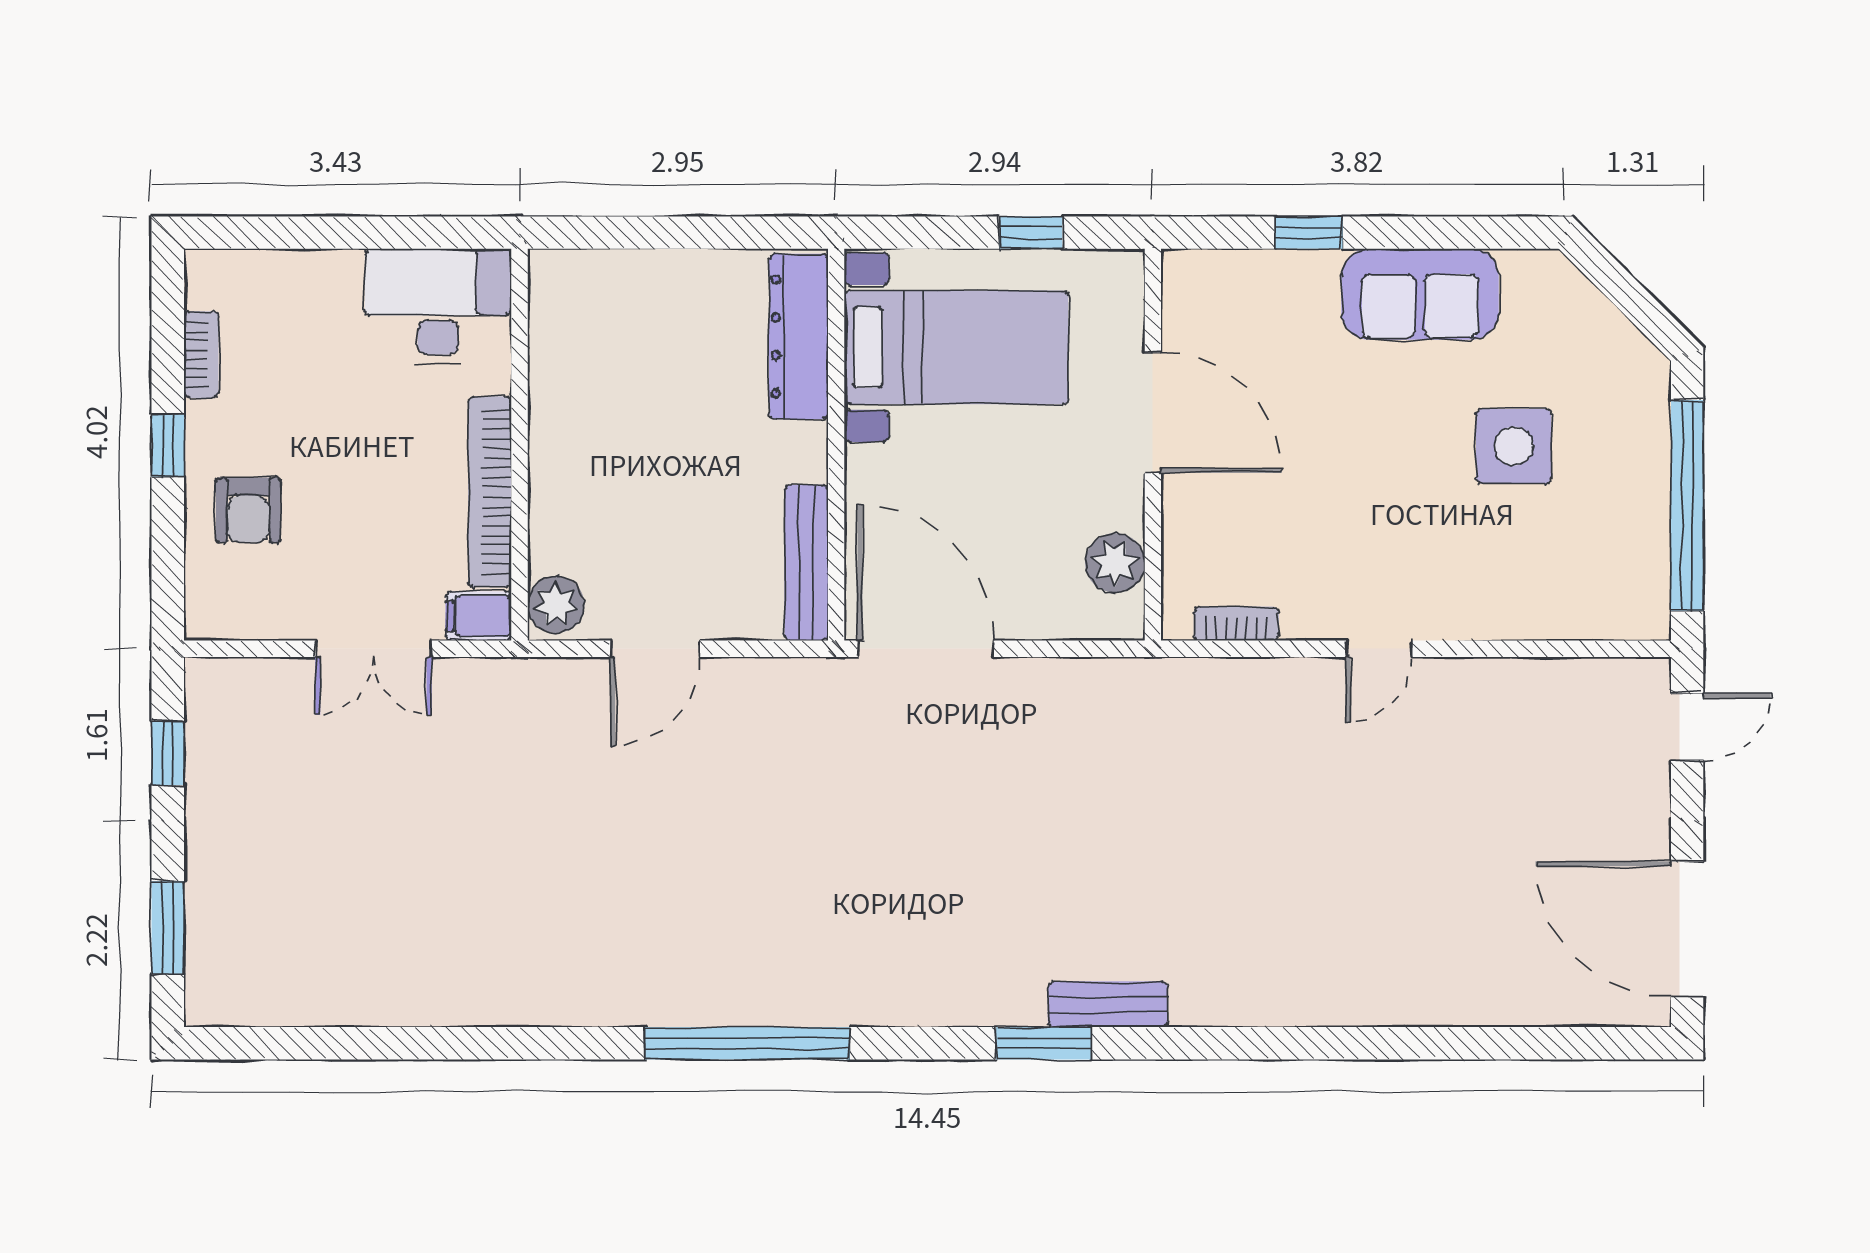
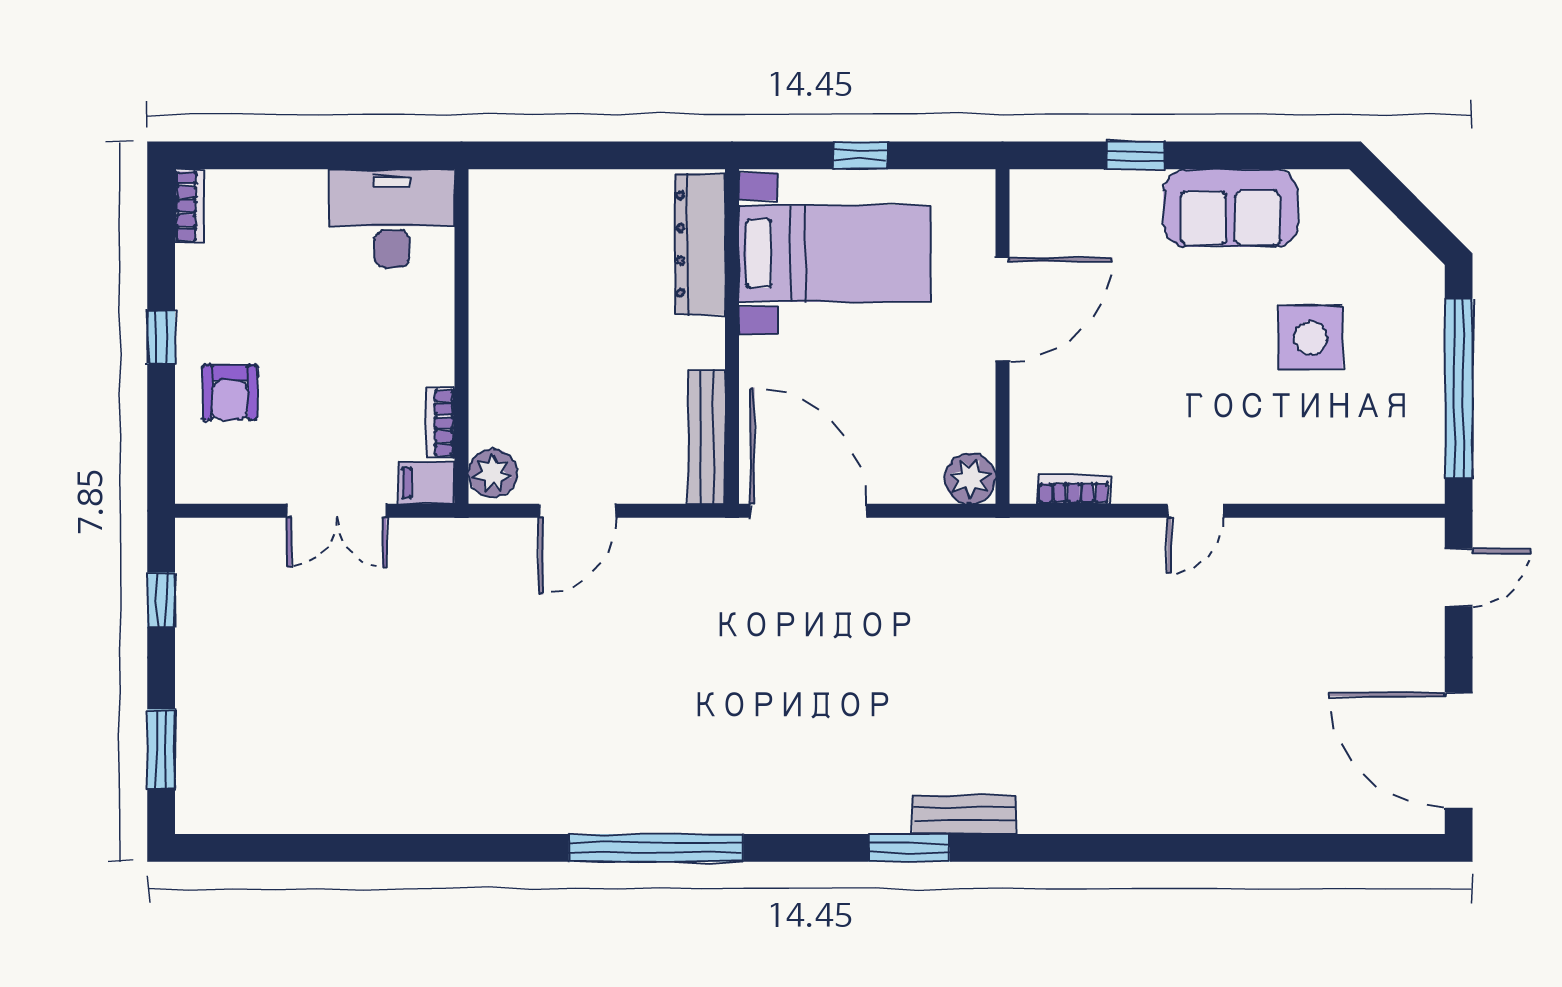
window: (1031, 233) -> (860, 155), moved
bookcase: (201, 355) -> (190, 206), moved
door: (1153, 413) -> (1003, 309), hinge flipped
bookcase: (490, 492) -> (441, 423), width x0.43, depth x0.76
plant: (1115, 563) -> (970, 478), moved

